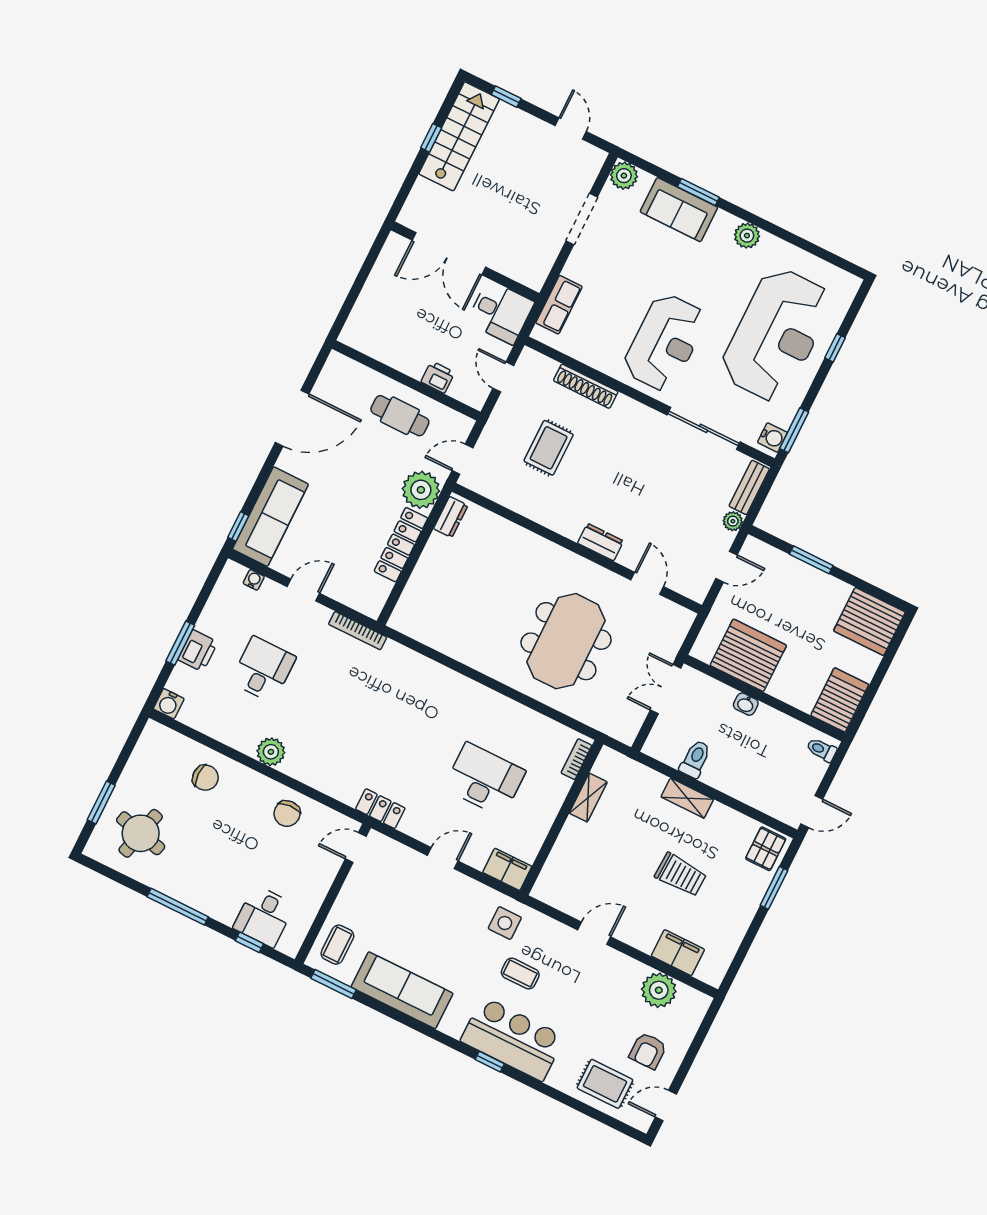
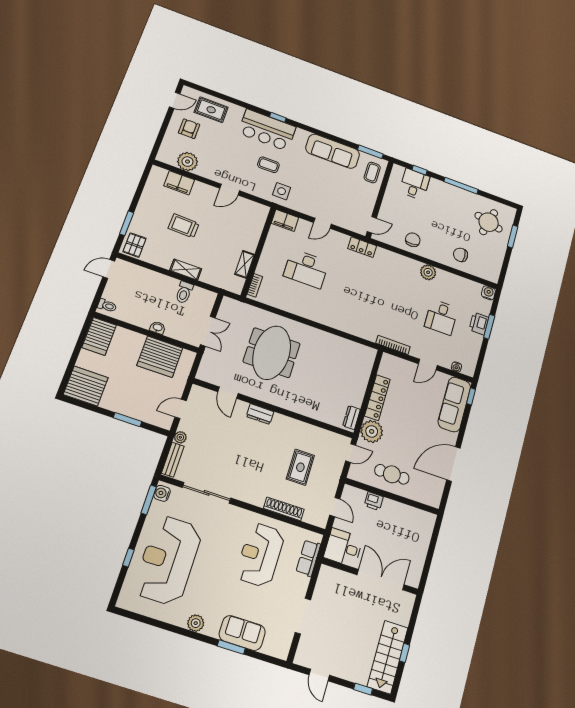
plant: (624, 176) -> (281, 650), removed
reception desk: (665, 342) -> (260, 555), moved

